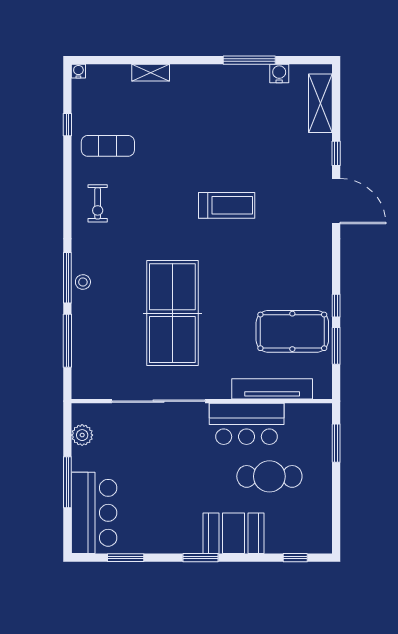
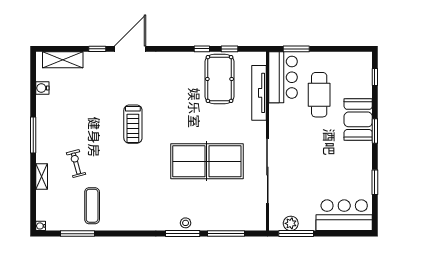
window: (249, 60) -> (33, 135), moved
window: (67, 125) -> (77, 234), width x2.17
exercise bike: (98, 203) -> (76, 163), moved, turned -105
treadmill: (227, 205) -> (133, 124), turned 180
window: (336, 346) -> (229, 49), width x0.67
bar counter: (247, 424) -> (283, 77), moved
window: (67, 482) -> (296, 234), moved
window: (126, 558) -> (375, 182), moved
window: (200, 558) -> (375, 131), moved

